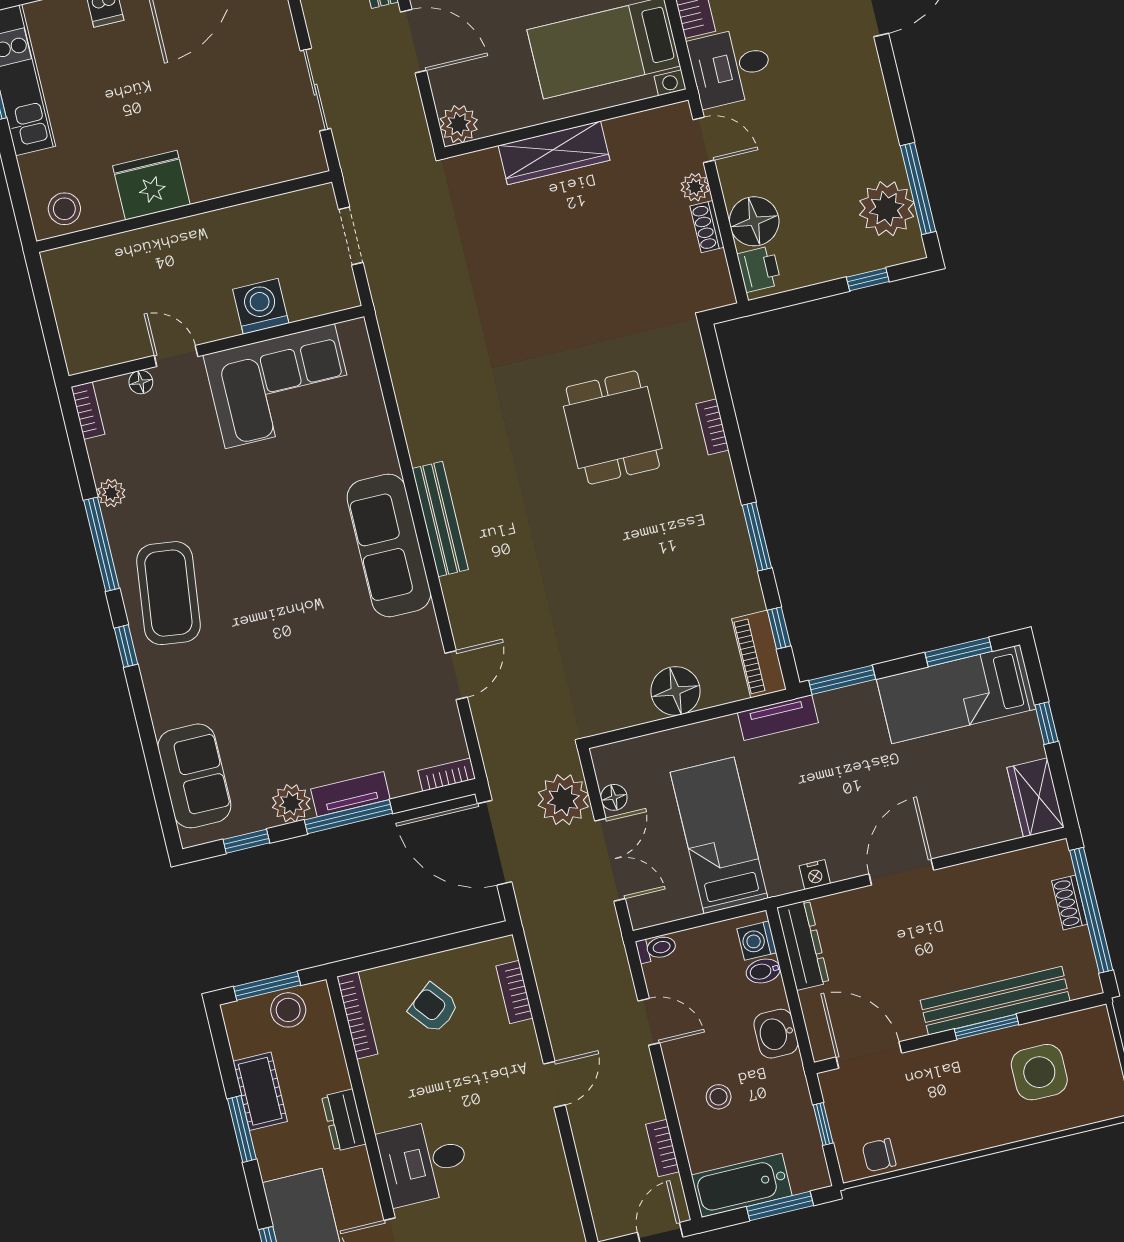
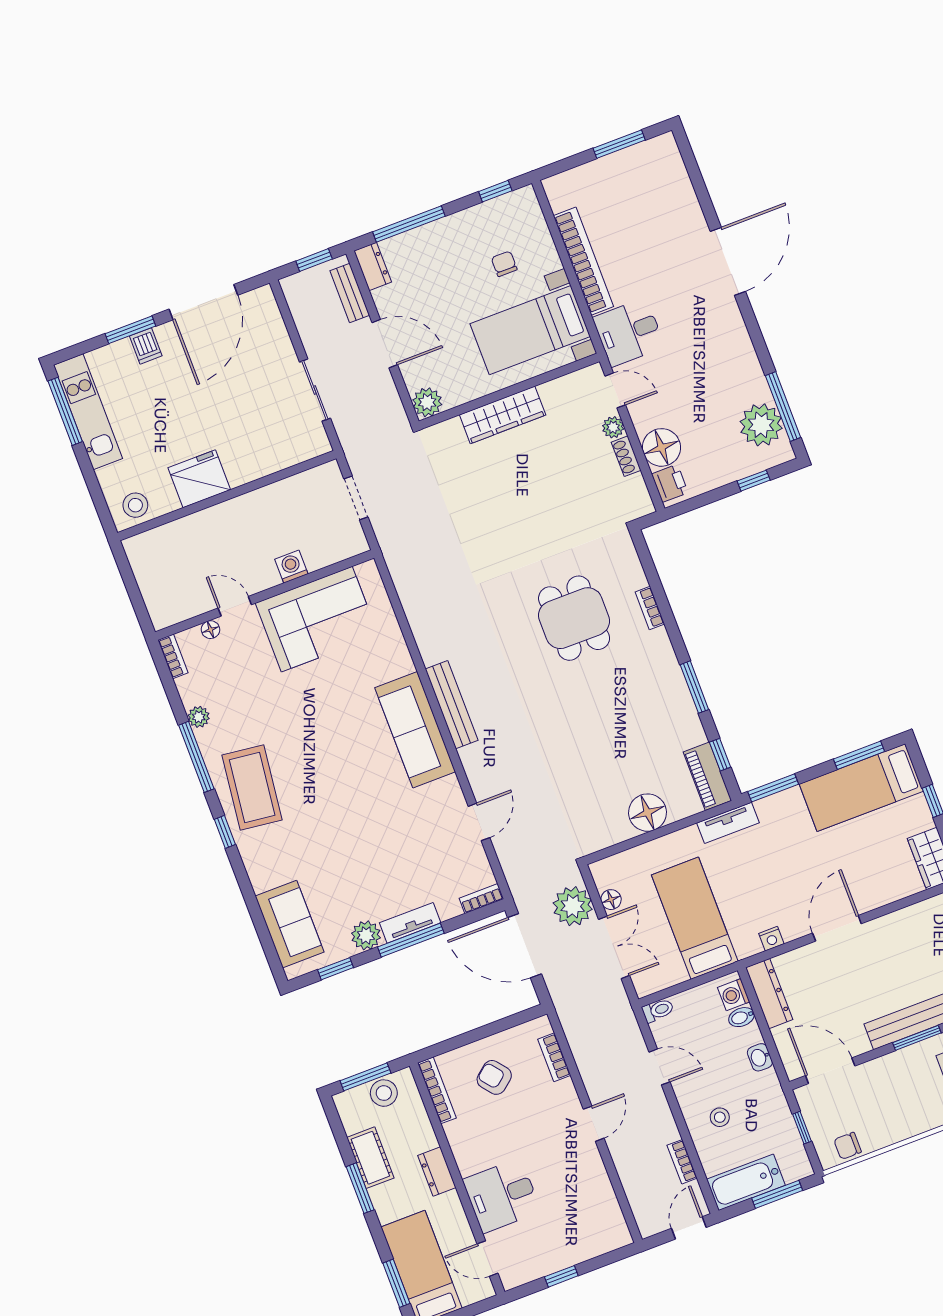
washing machine: (261, 306) -> (291, 567), width x0.73, depth x0.73
washbasin: (776, 1034) -> (760, 1057), width x0.72, depth x0.69

